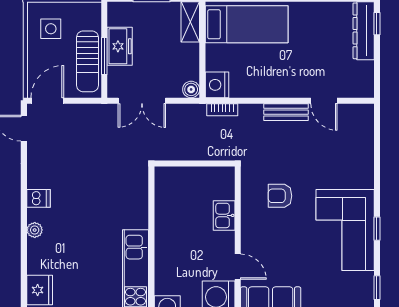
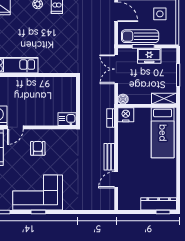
armchair: (280, 196) -> (38, 148), moved
kitchen sink: (224, 215) -> (67, 119), moved

